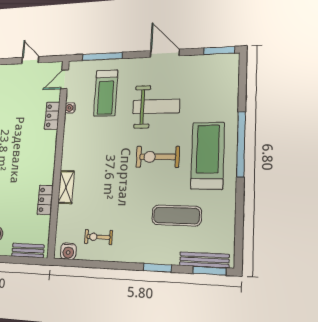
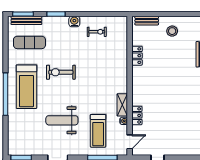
treadmill: (106, 93) -> (98, 131), turned 180
exercise bike: (158, 157) -> (61, 72), moved, turned 180
shelving: (66, 187) -> (122, 105), moved
exercise mat: (177, 215) -> (29, 42), moved
water cooler: (68, 251) -> (74, 22), moved

